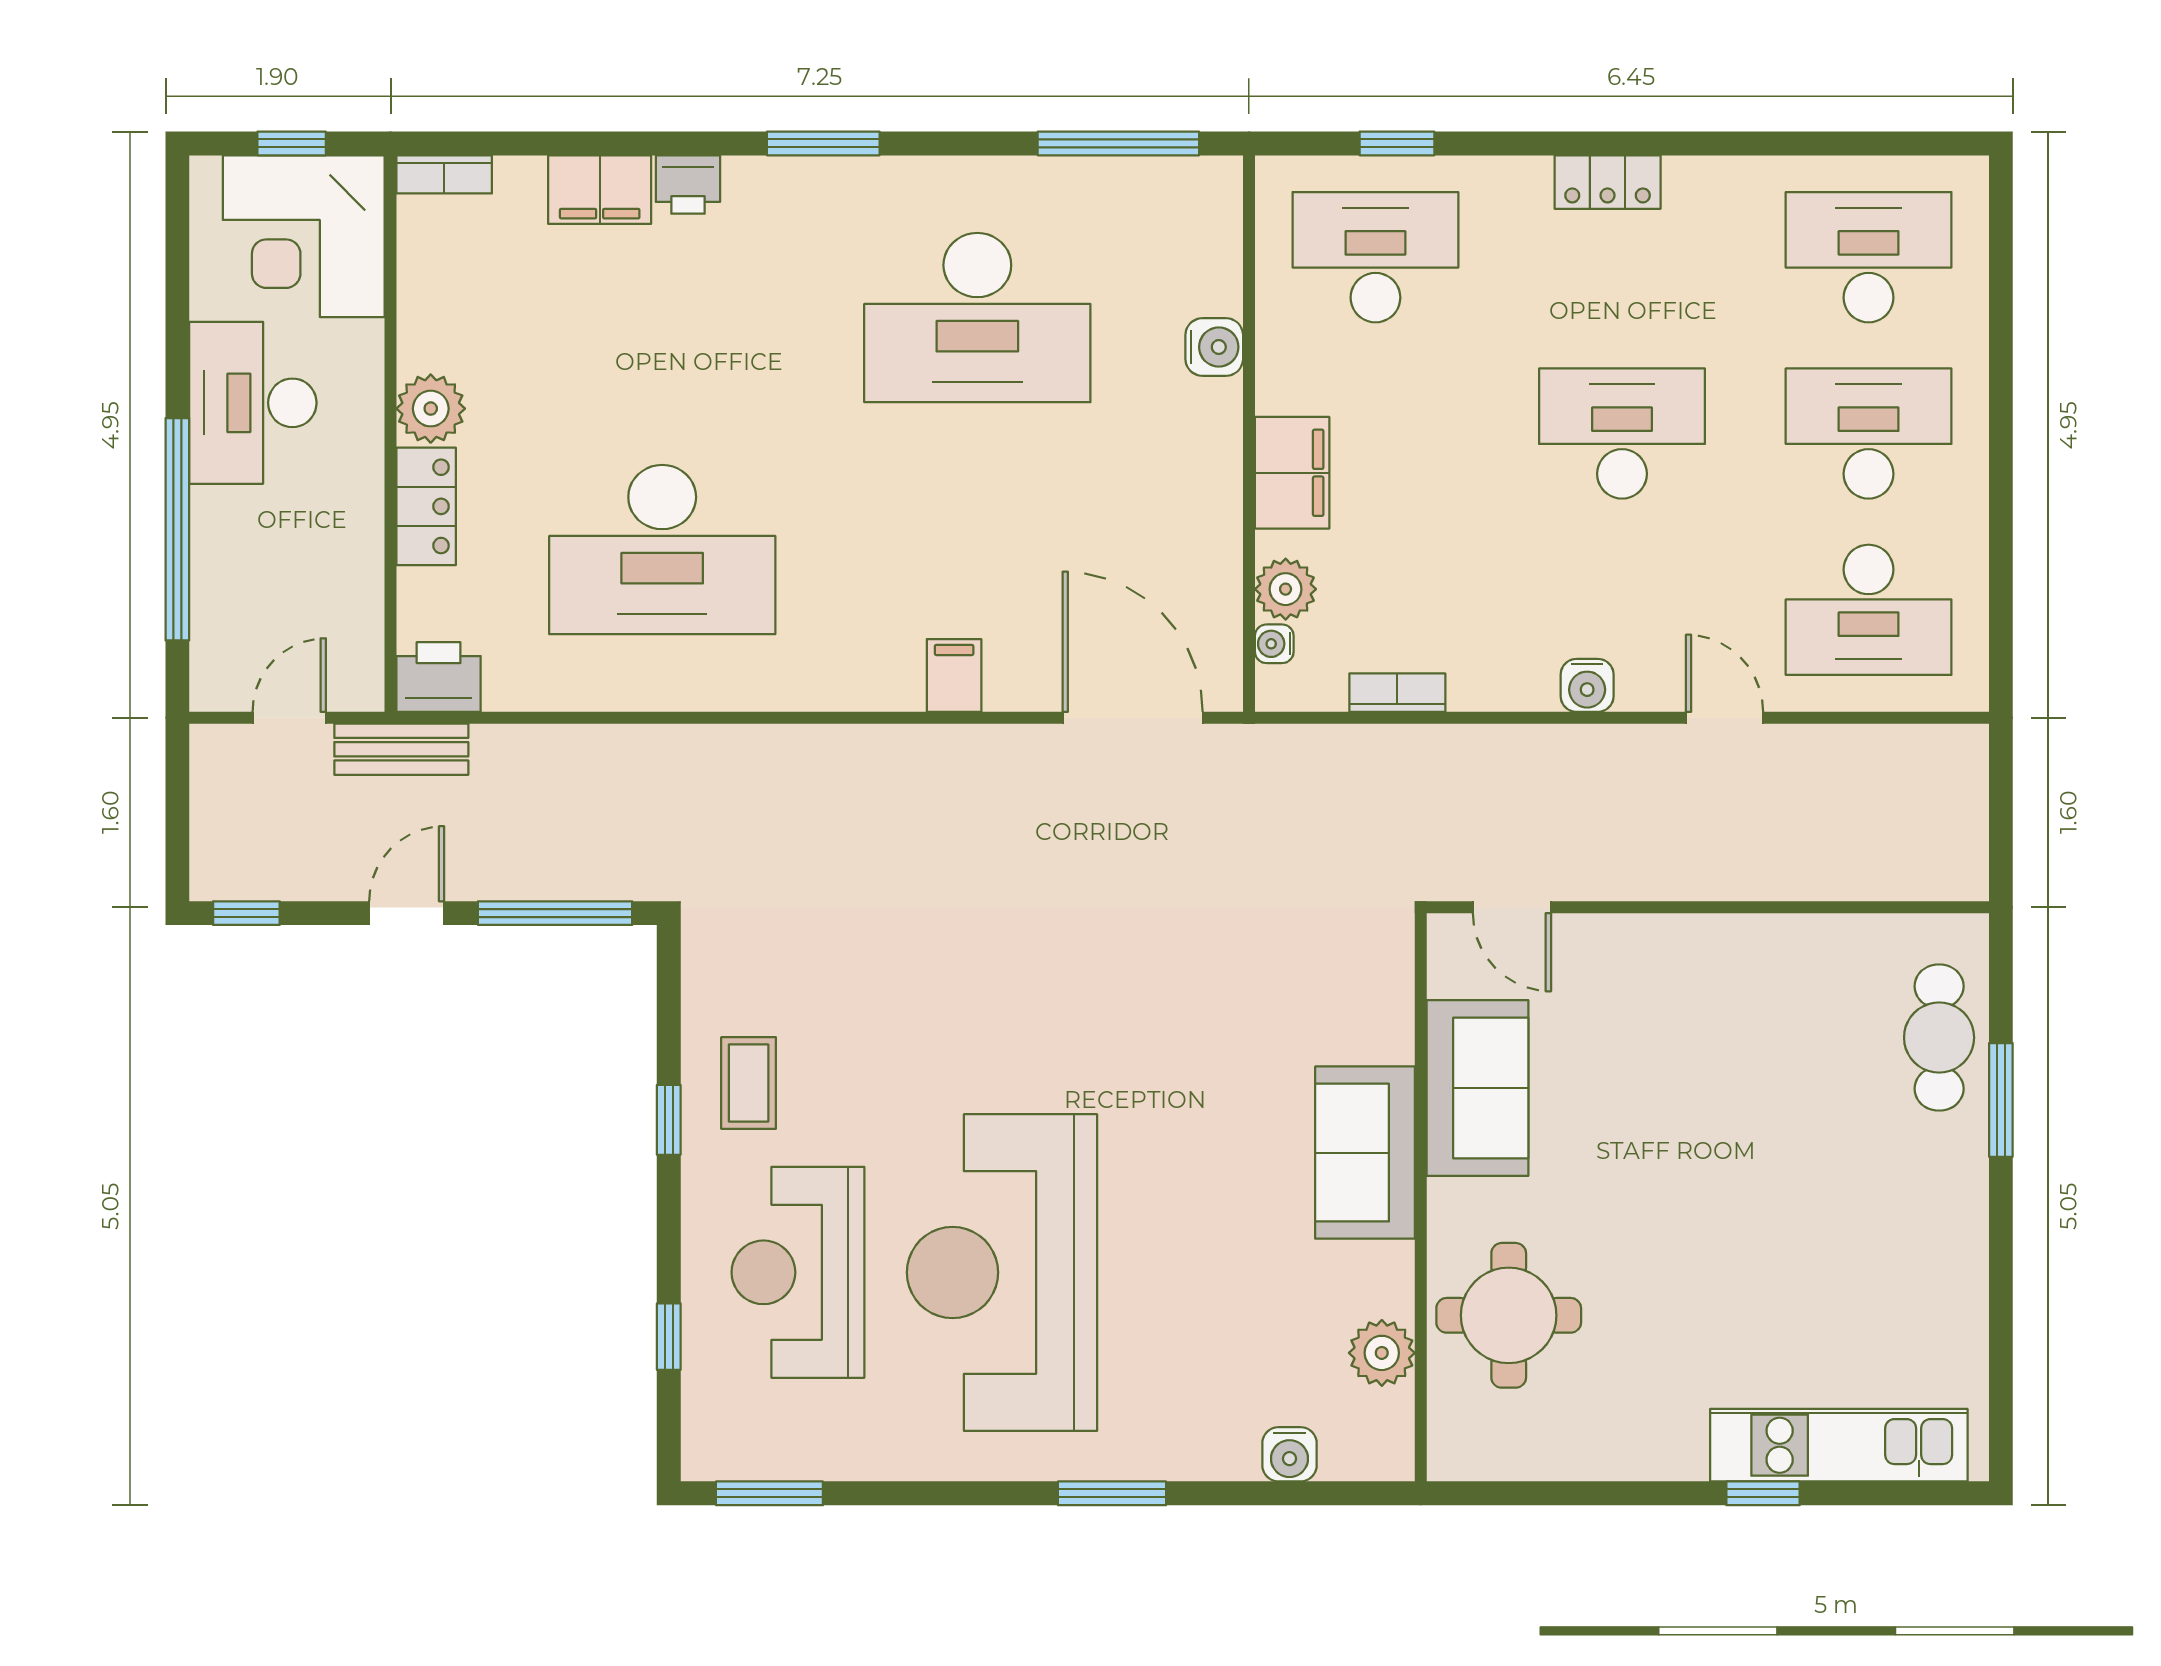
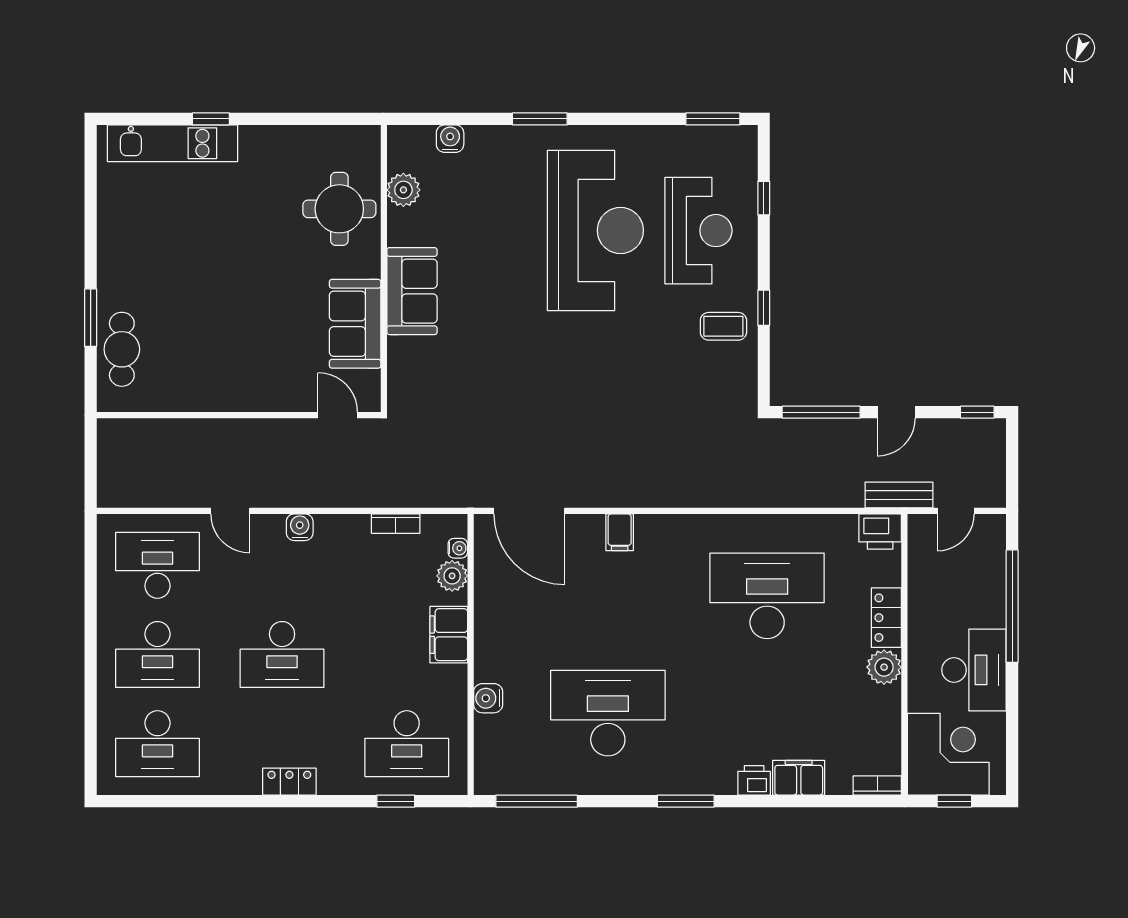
coffee table: (749, 1083) -> (723, 326), turned 90

